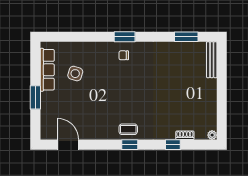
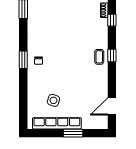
row of seats: (47, 70) -> (57, 123), width x1.36

